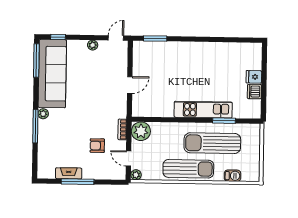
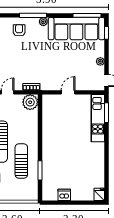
fridge: (254, 77) -> (99, 194), moved
door: (130, 85) -> (68, 92), swing flipped
kitchen unit: (203, 110) -> (98, 118), moved, turned 180
sun lounger: (212, 143) -> (21, 161), width x0.73, depth x0.75
armchair: (97, 146) -> (19, 30), moved

